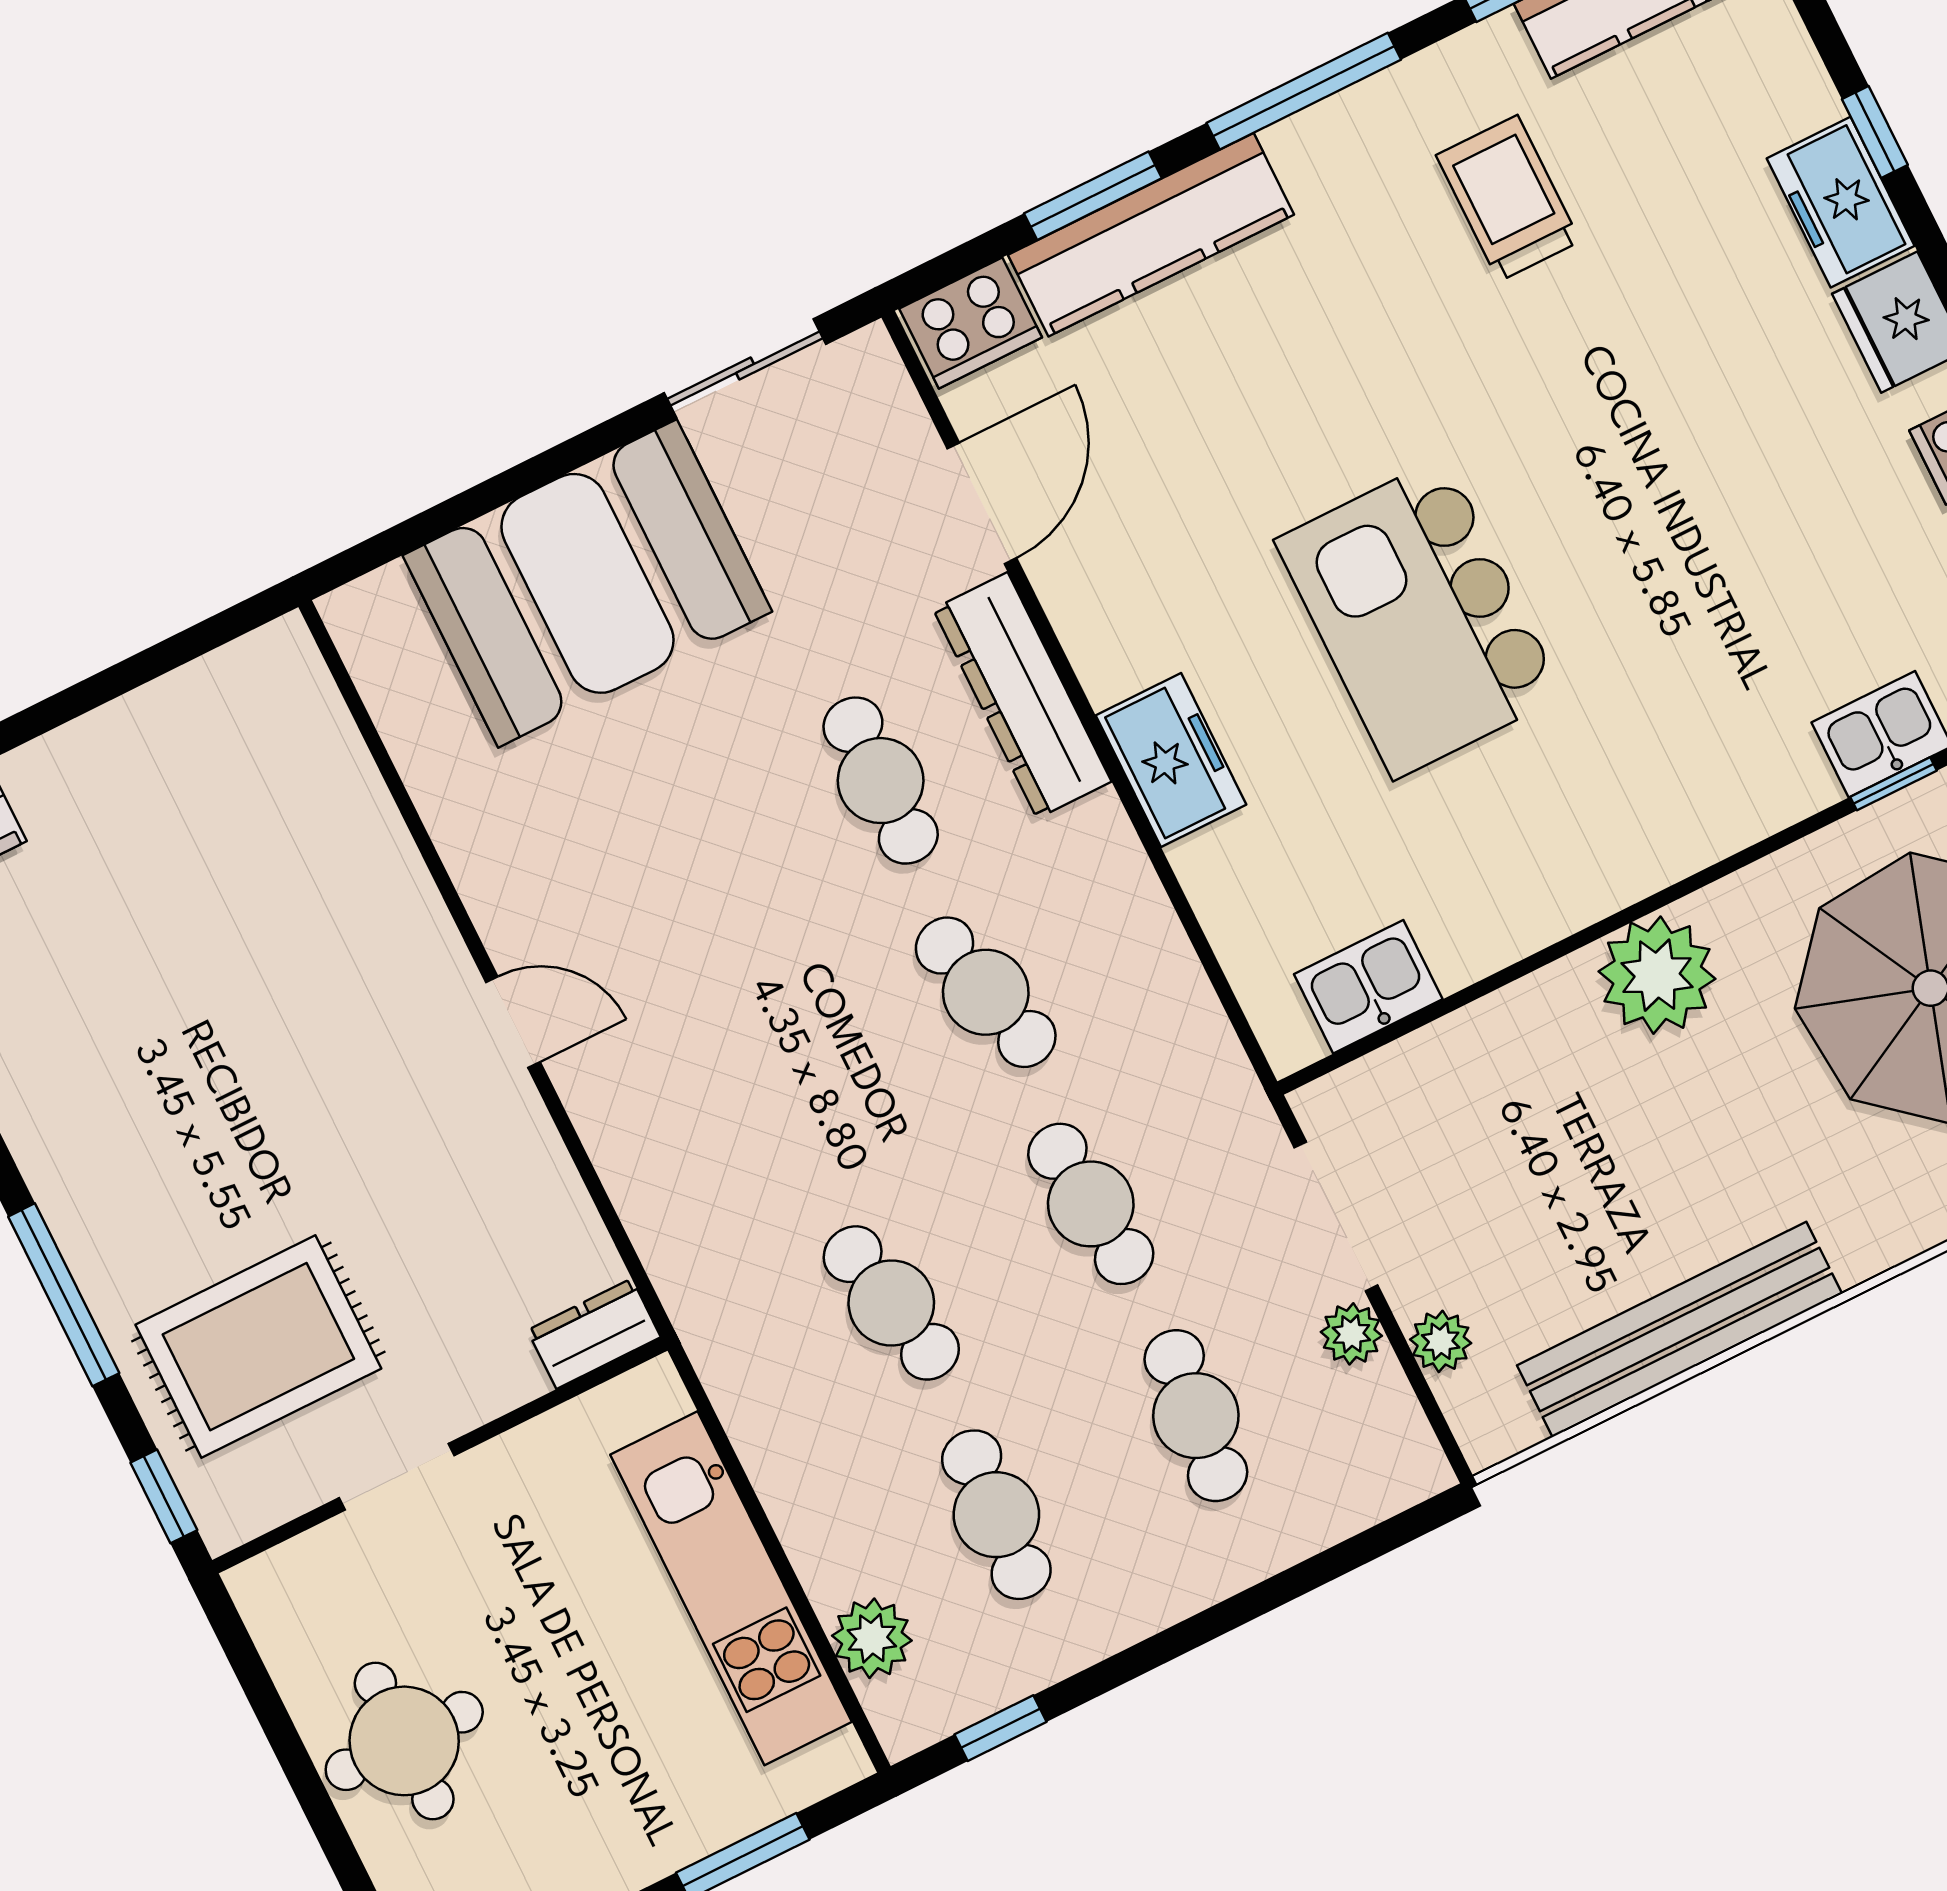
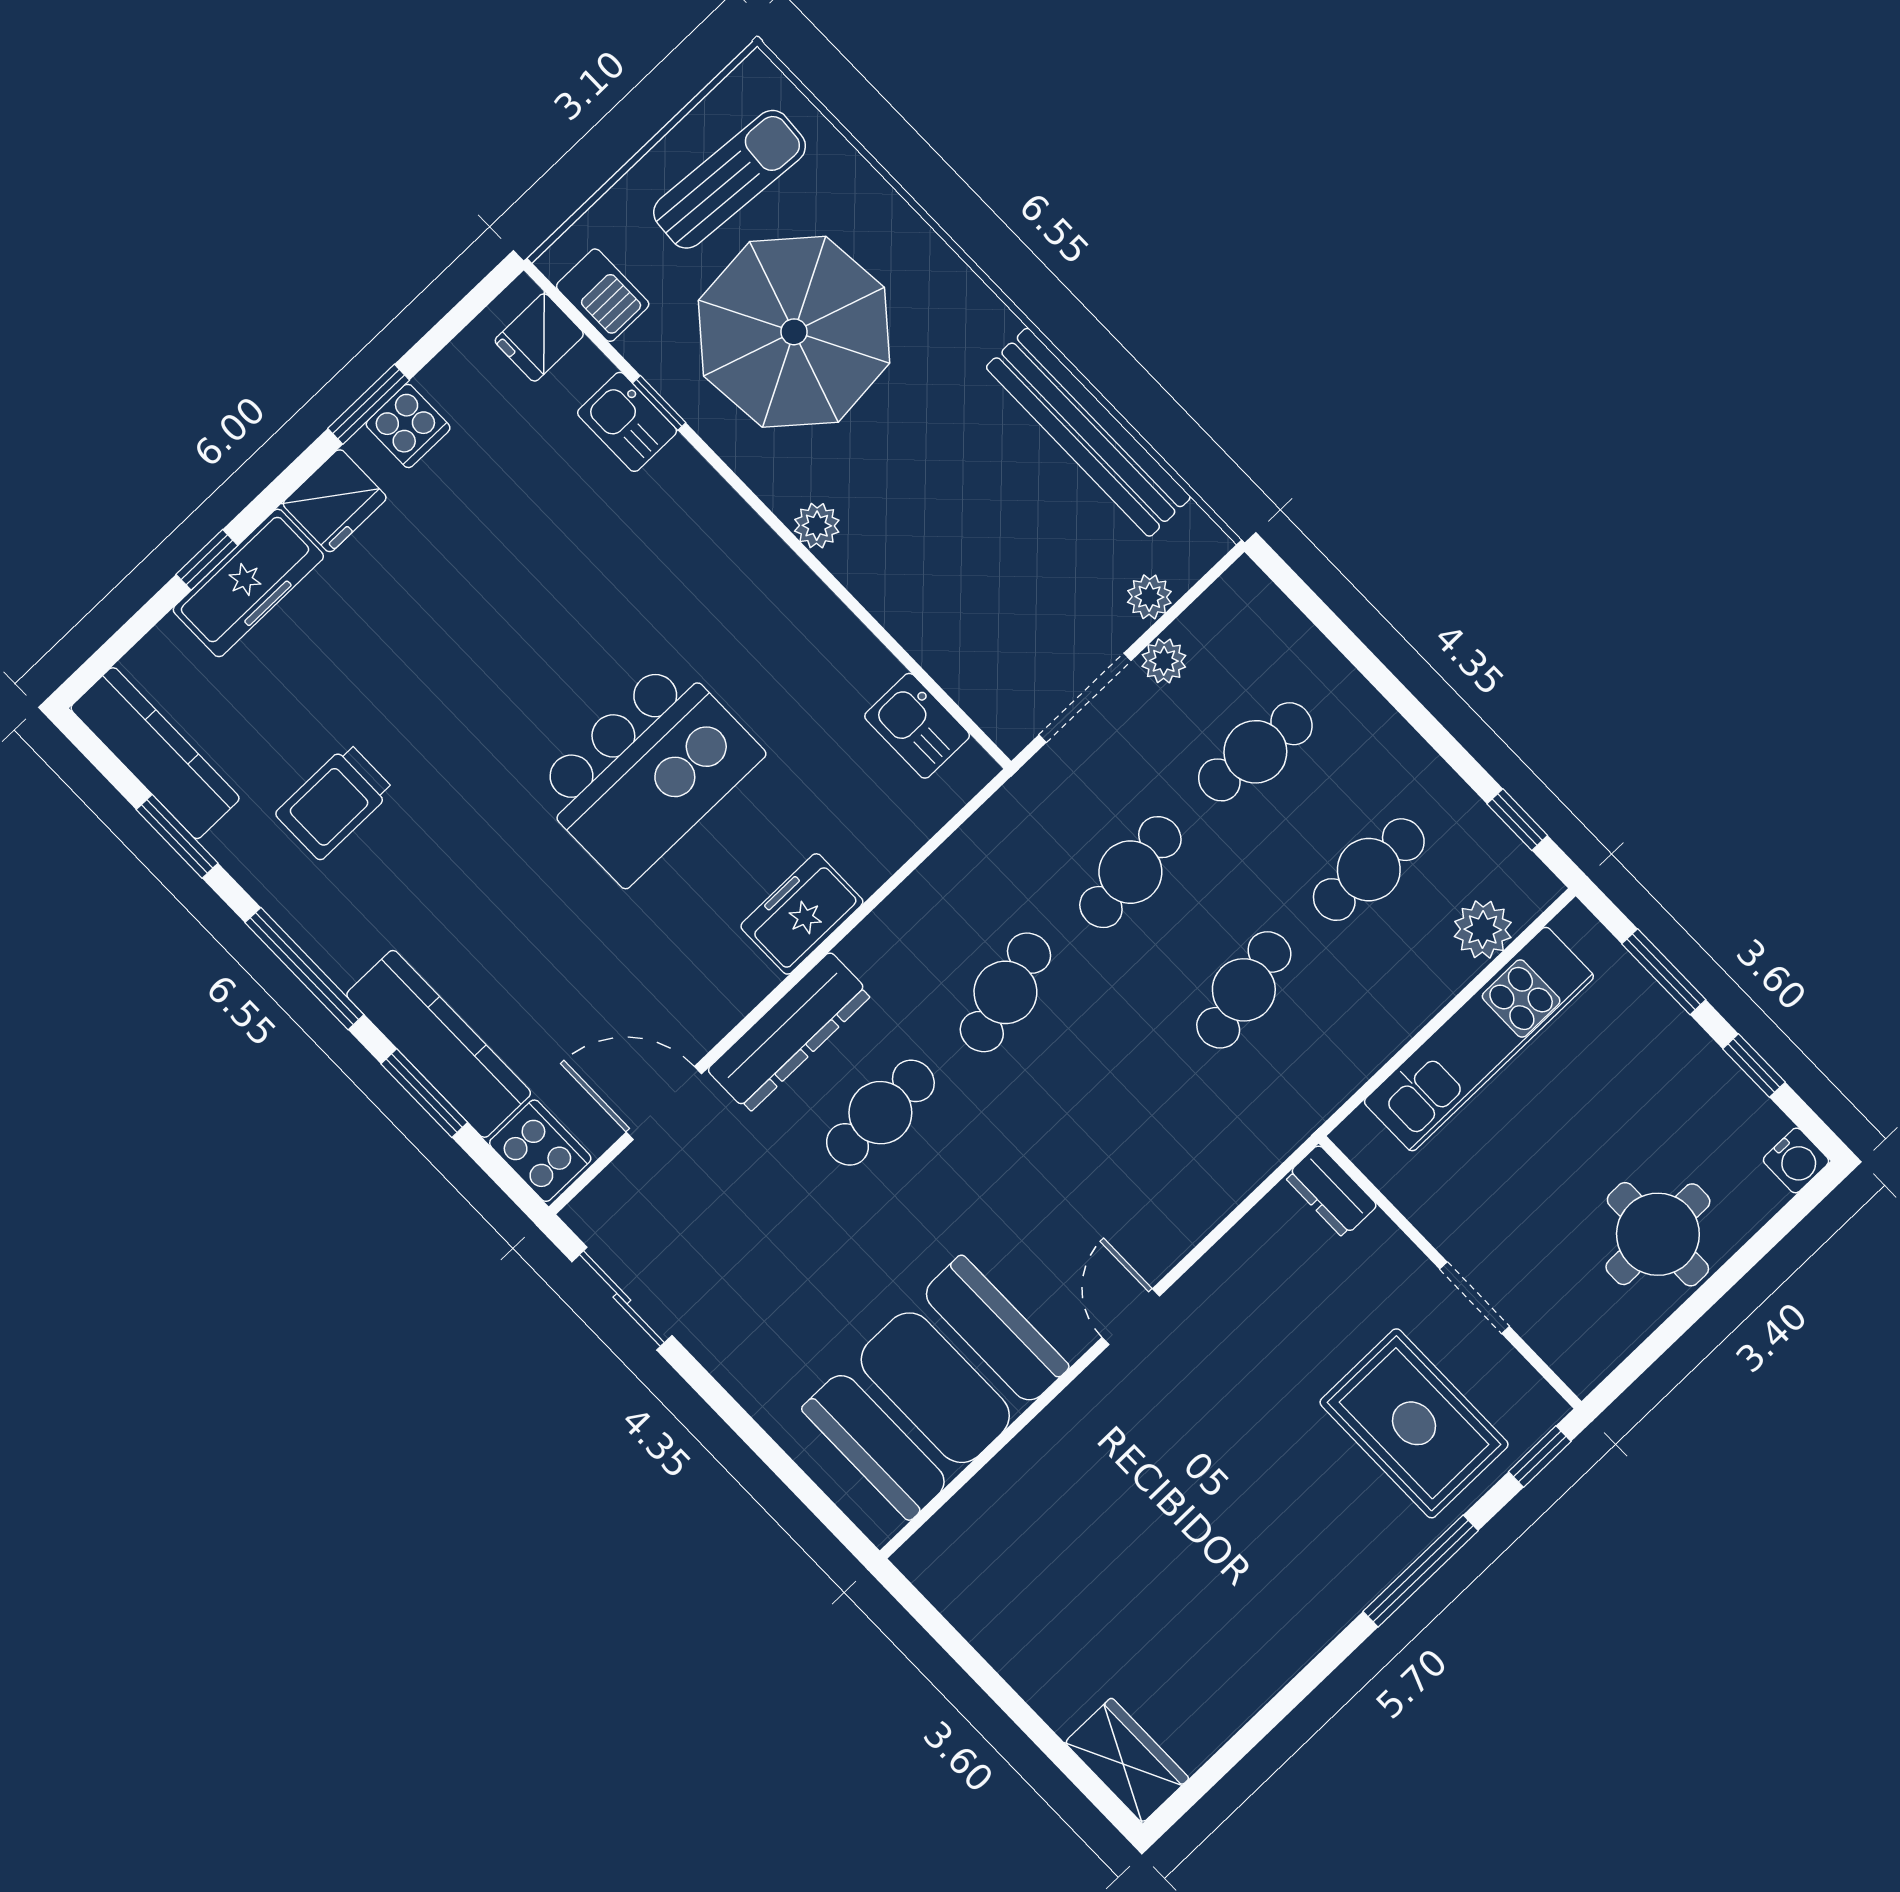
freezer: (1841, 202) -> (248, 583), width x1.40
booth: (587, 583) -> (935, 1388), moved, turned 90
plant: (1657, 975) -> (817, 526), width x0.53, depth x0.53

